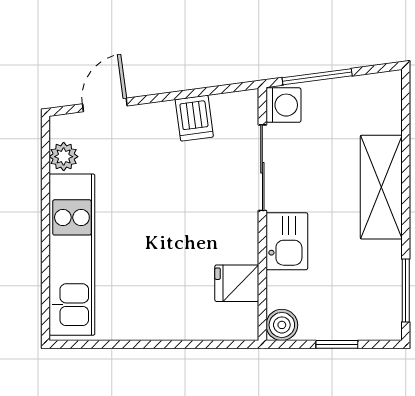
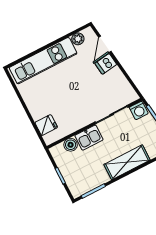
door: (105, 105) -> (105, 44), swing flipped
dishwasher: (194, 118) -> (106, 64), moved
fridge: (237, 283) -> (46, 125), moved, turned 90
boiler: (282, 325) -> (71, 145), moved

